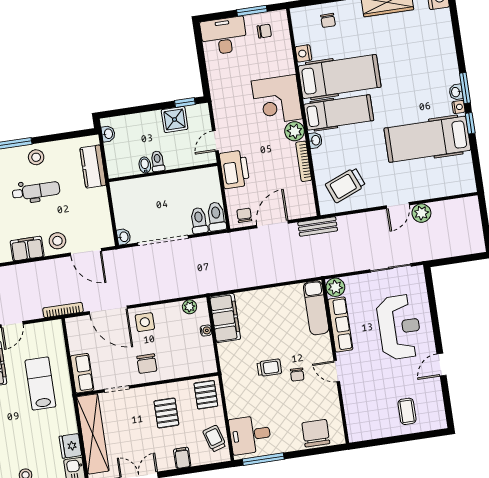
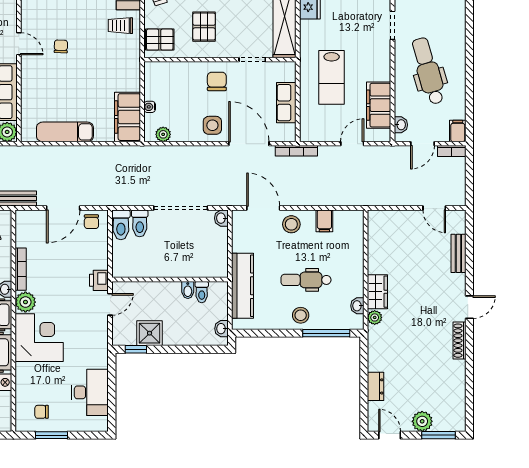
desk: (224, 36) -> (90, 392), moved, turned -90
toilet: (158, 161) -> (202, 292), moved
kitchen counter: (93, 167) -> (242, 286), width x1.50
printer: (234, 169) -> (99, 280), width x0.53, depth x0.68
filing cabinet: (27, 249) -> (324, 221), width x0.50
exam couch: (316, 308) -> (65, 132), moved, turned -90
trolley: (269, 368) -> (120, 26), moved
row of seats: (82, 373) -> (286, 103), moved
pallet: (206, 395) -> (160, 40), turned 90

